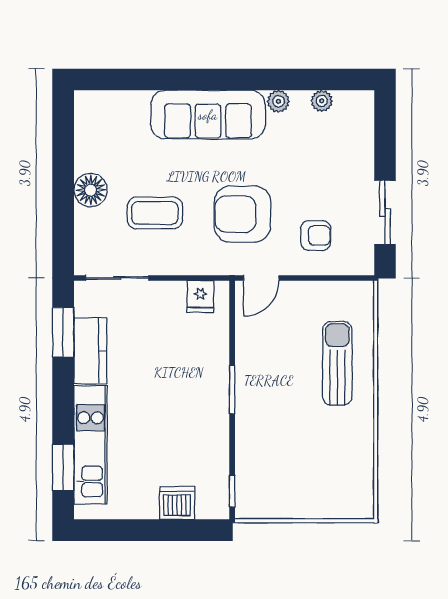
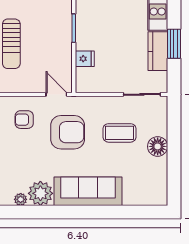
plant: (278, 101) -> (40, 193), width x1.87, depth x1.87
door: (261, 278) -> (56, 94), hinge flipped
fridge: (200, 296) -> (85, 59), moved, turned 90
window: (63, 332) -> (174, 44), moved

